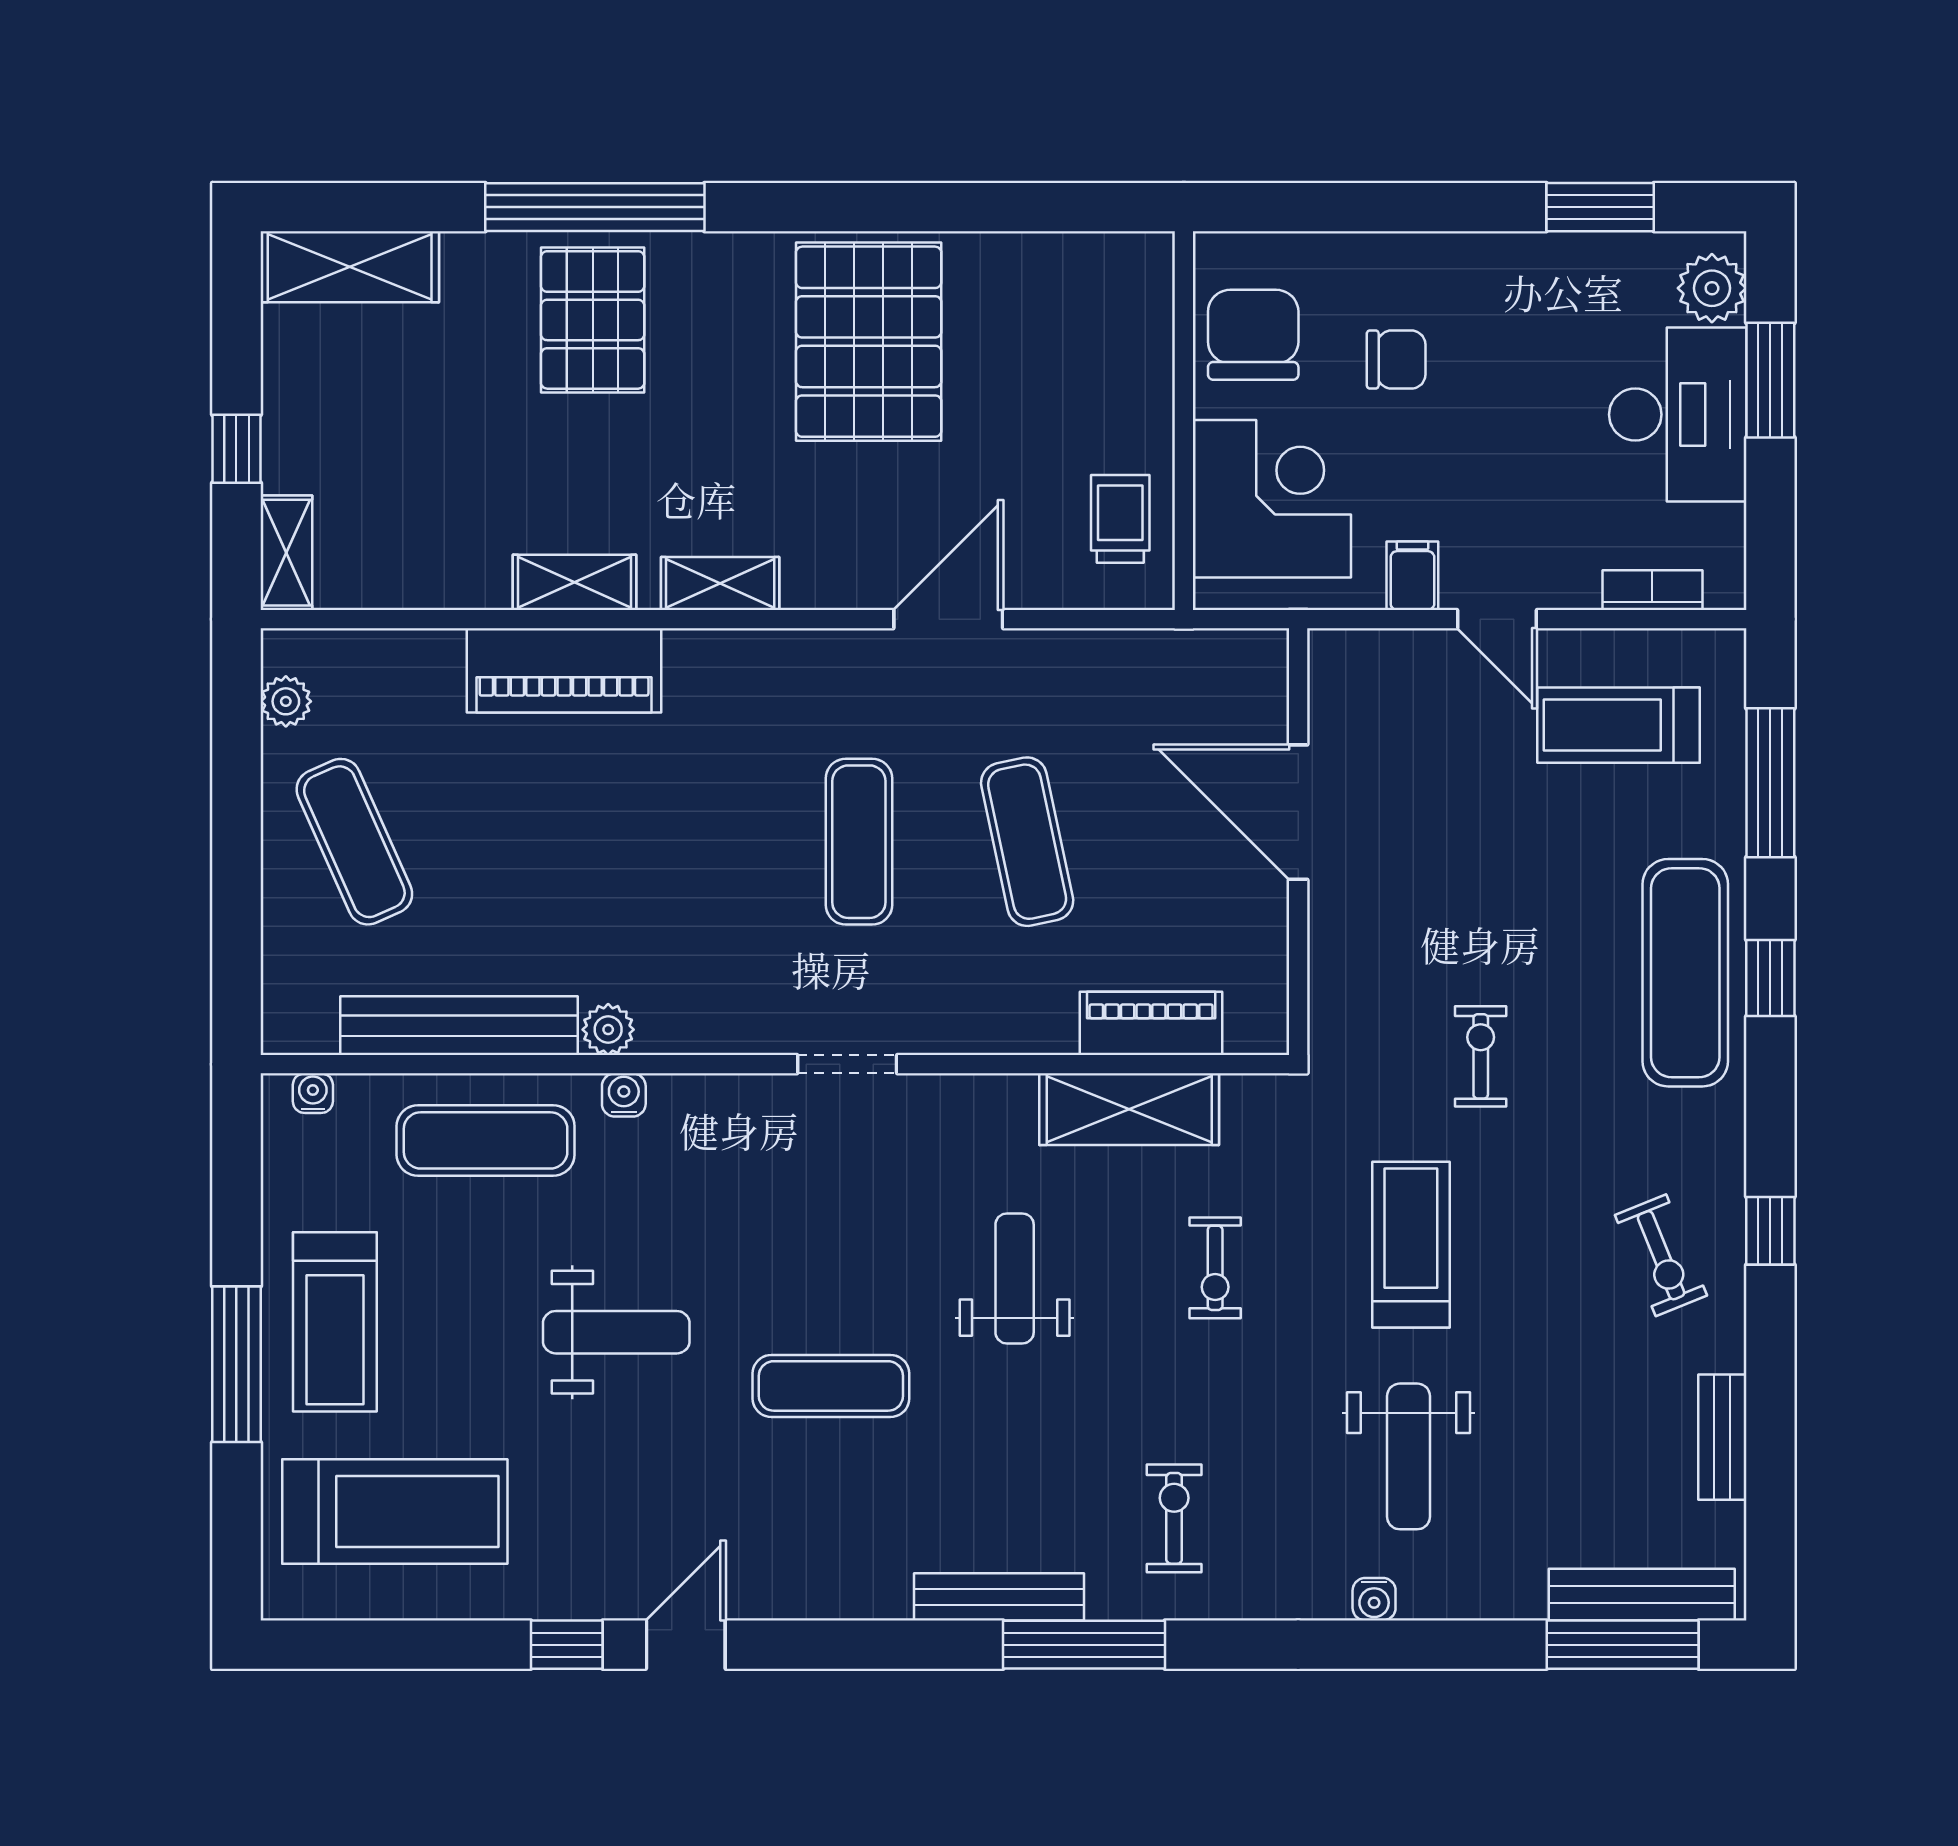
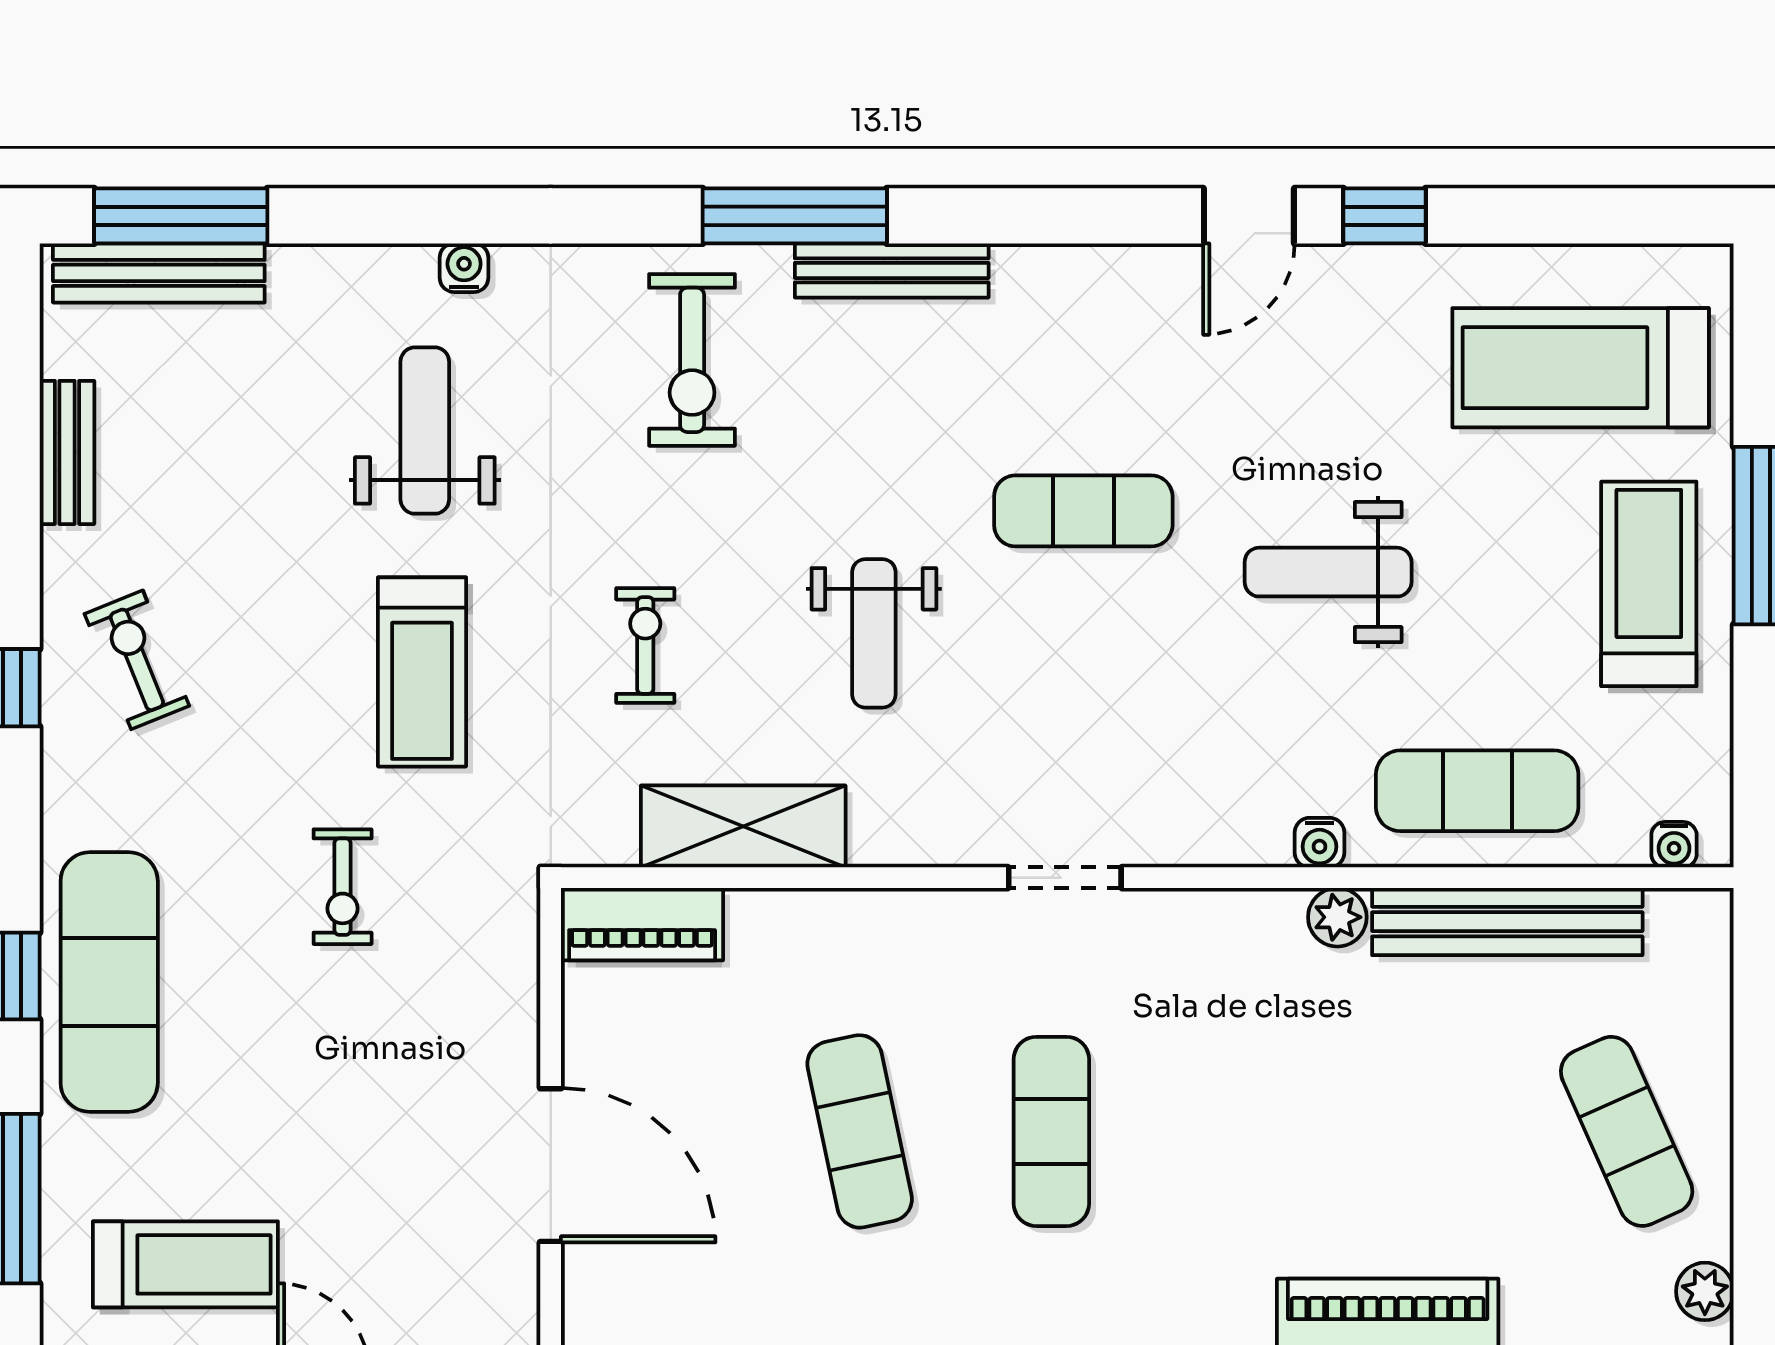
piano: (1151, 1023) -> (642, 924), moved
exercise bike: (1174, 1518) -> (692, 360), width x1.38, depth x1.39

